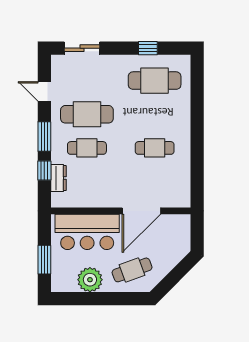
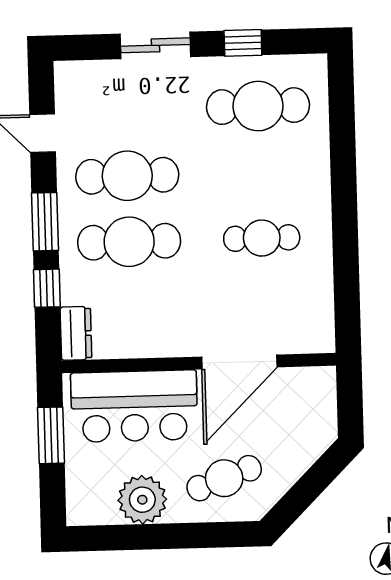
sliding door: (82, 48) -> (155, 45), moved
cafe table: (87, 148) -> (129, 242), width x1.37, depth x1.35
dresser: (58, 178) -> (76, 333), moved
window: (44, 260) -> (51, 435), moved

